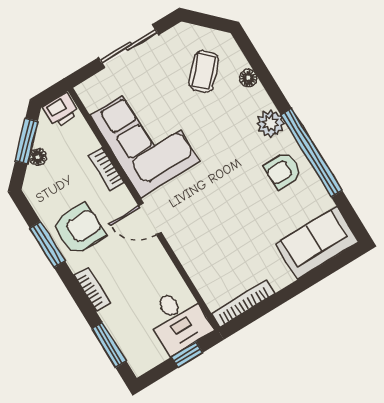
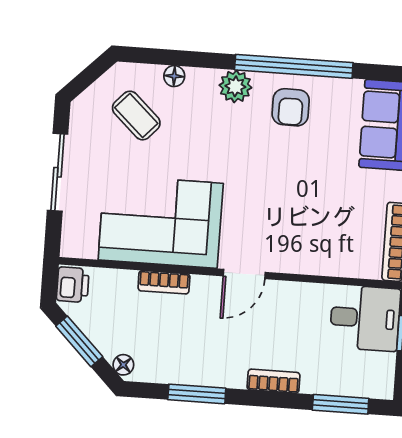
floor lamp: (38, 157) -> (123, 365), moved
armchair: (79, 229) -> (204, 352), removed

